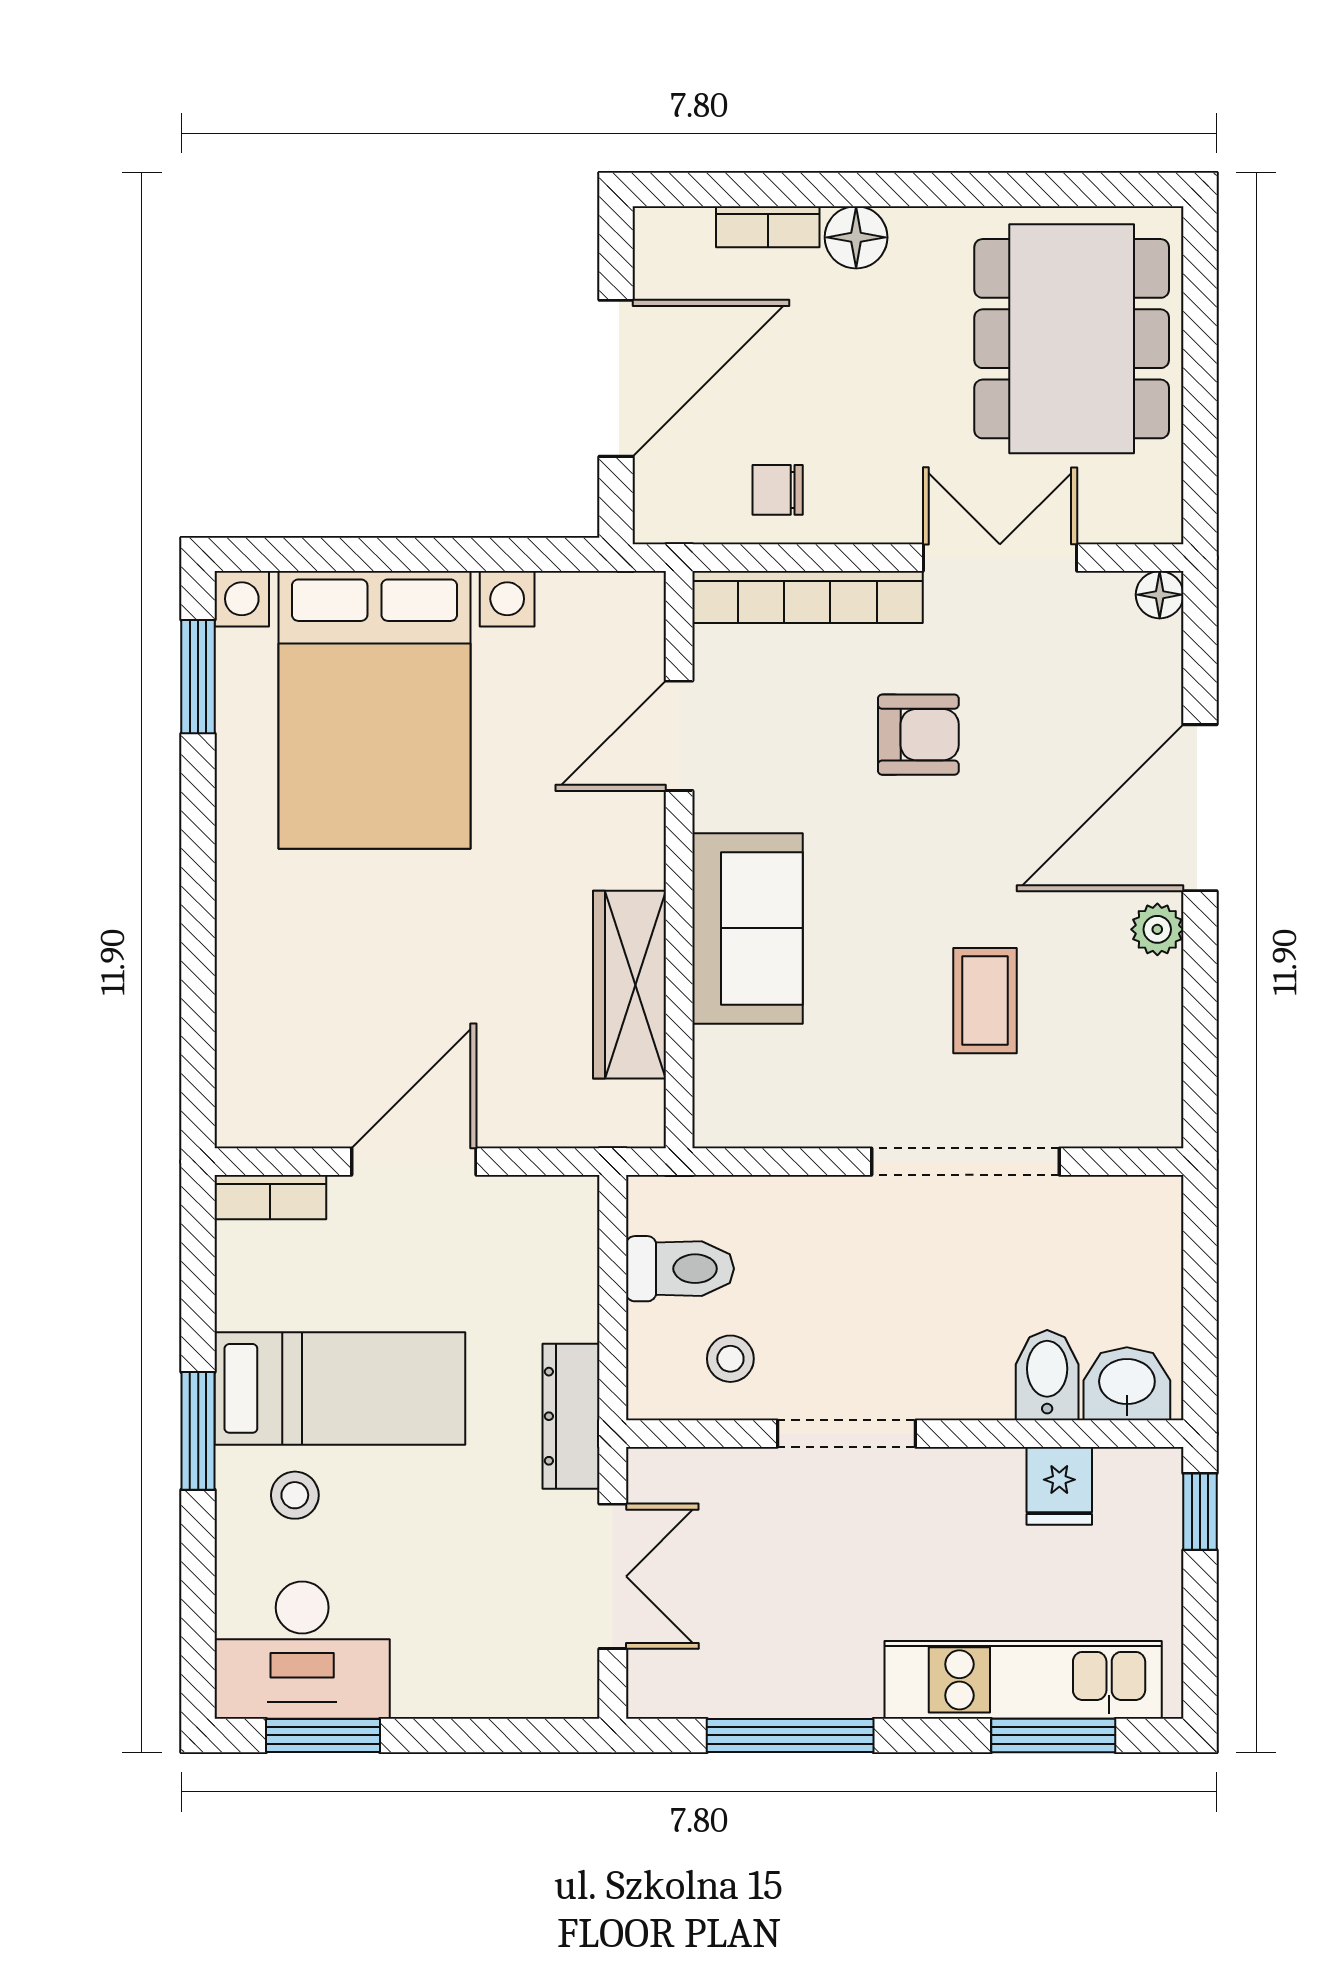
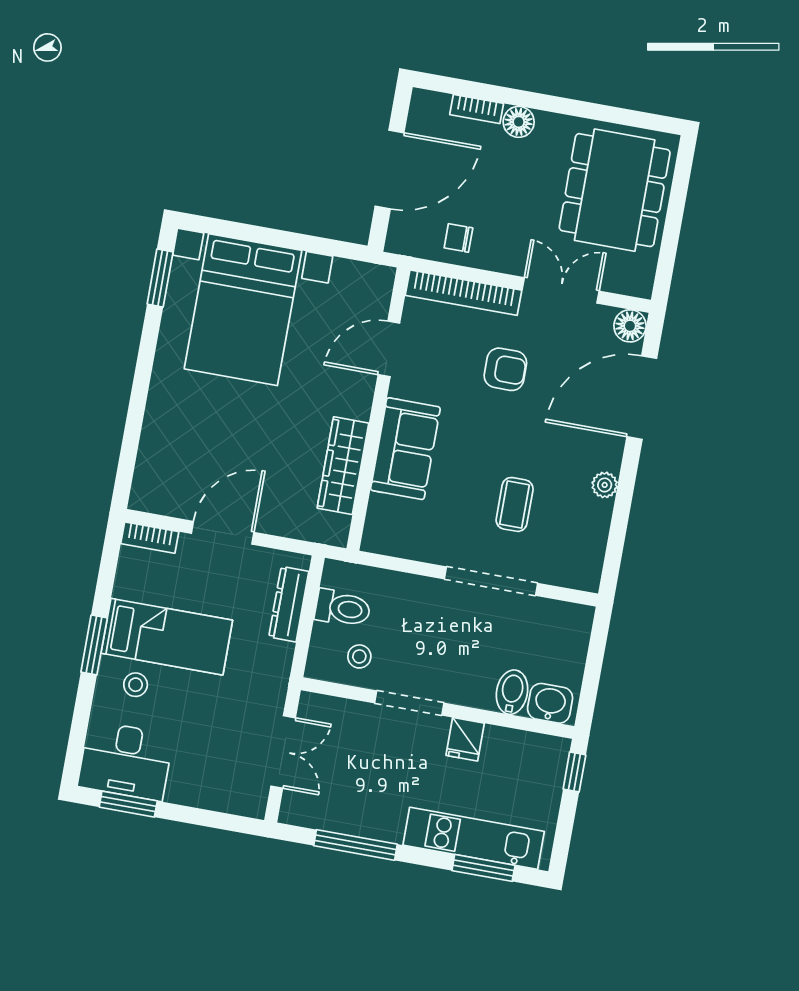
floor lamp: (1160, 595) -> (630, 326), width x1.37, depth x1.37
door: (1200, 808) -> (642, 398), moved
dresser: (571, 1416) -> (289, 604), moved
fridge: (1059, 1486) -> (465, 739), moved

